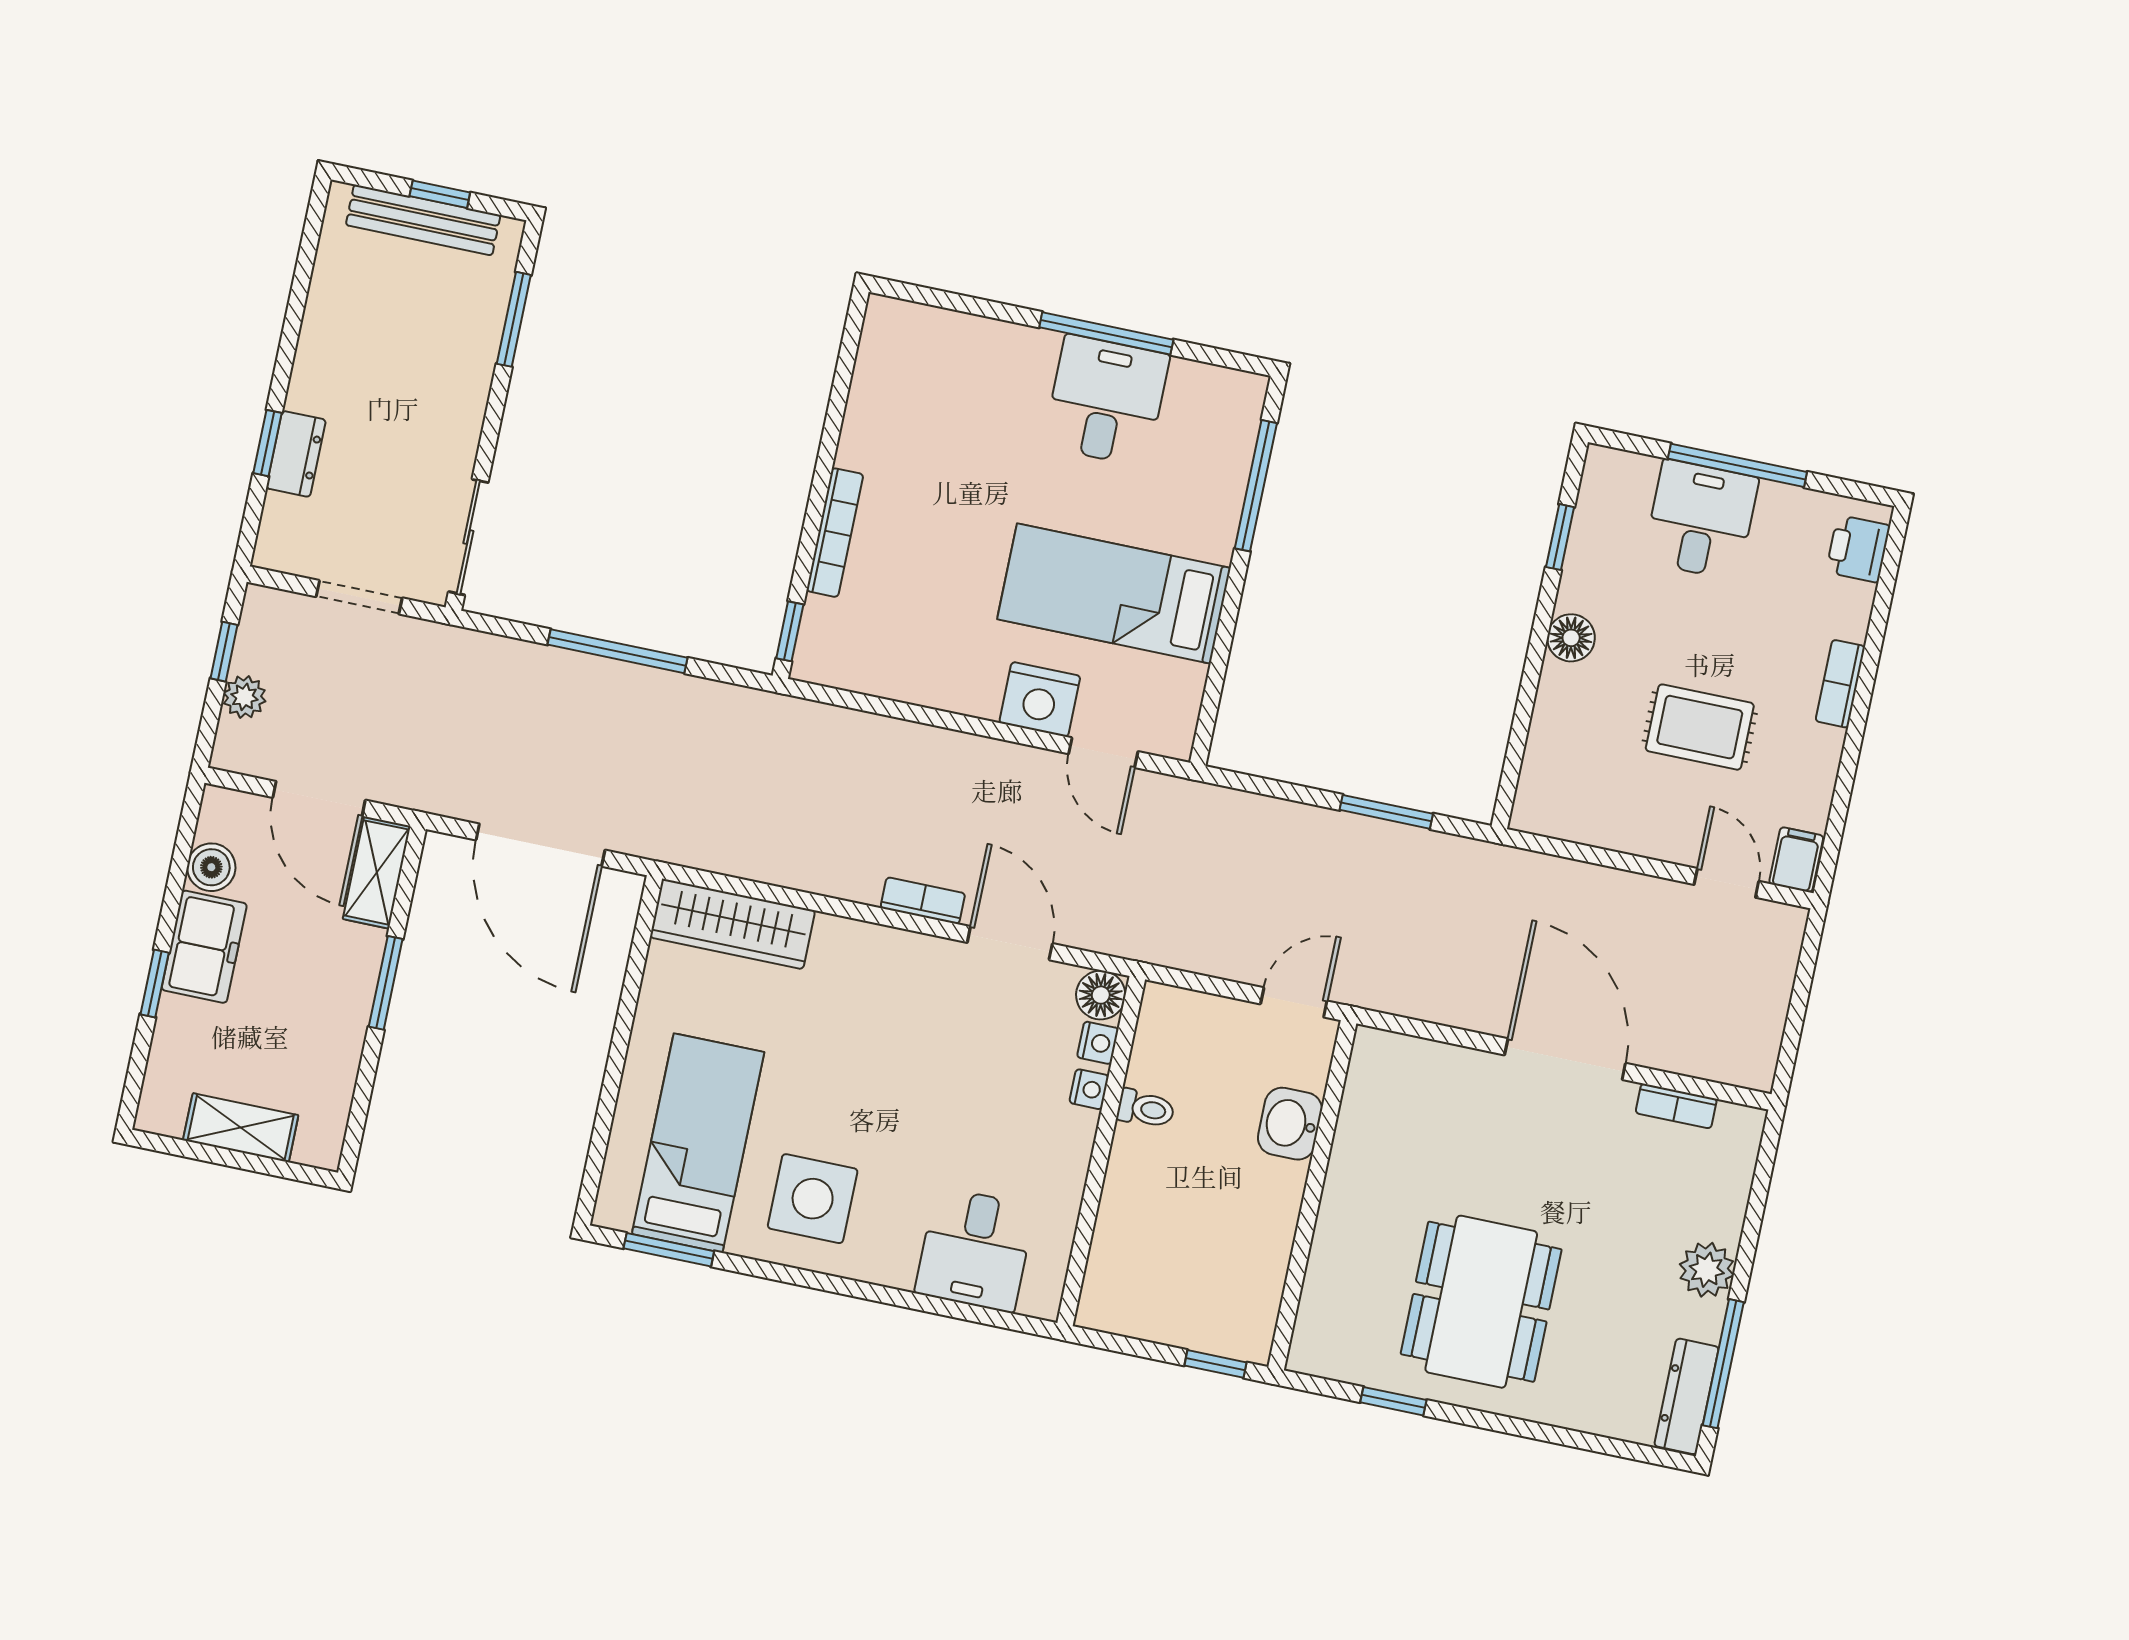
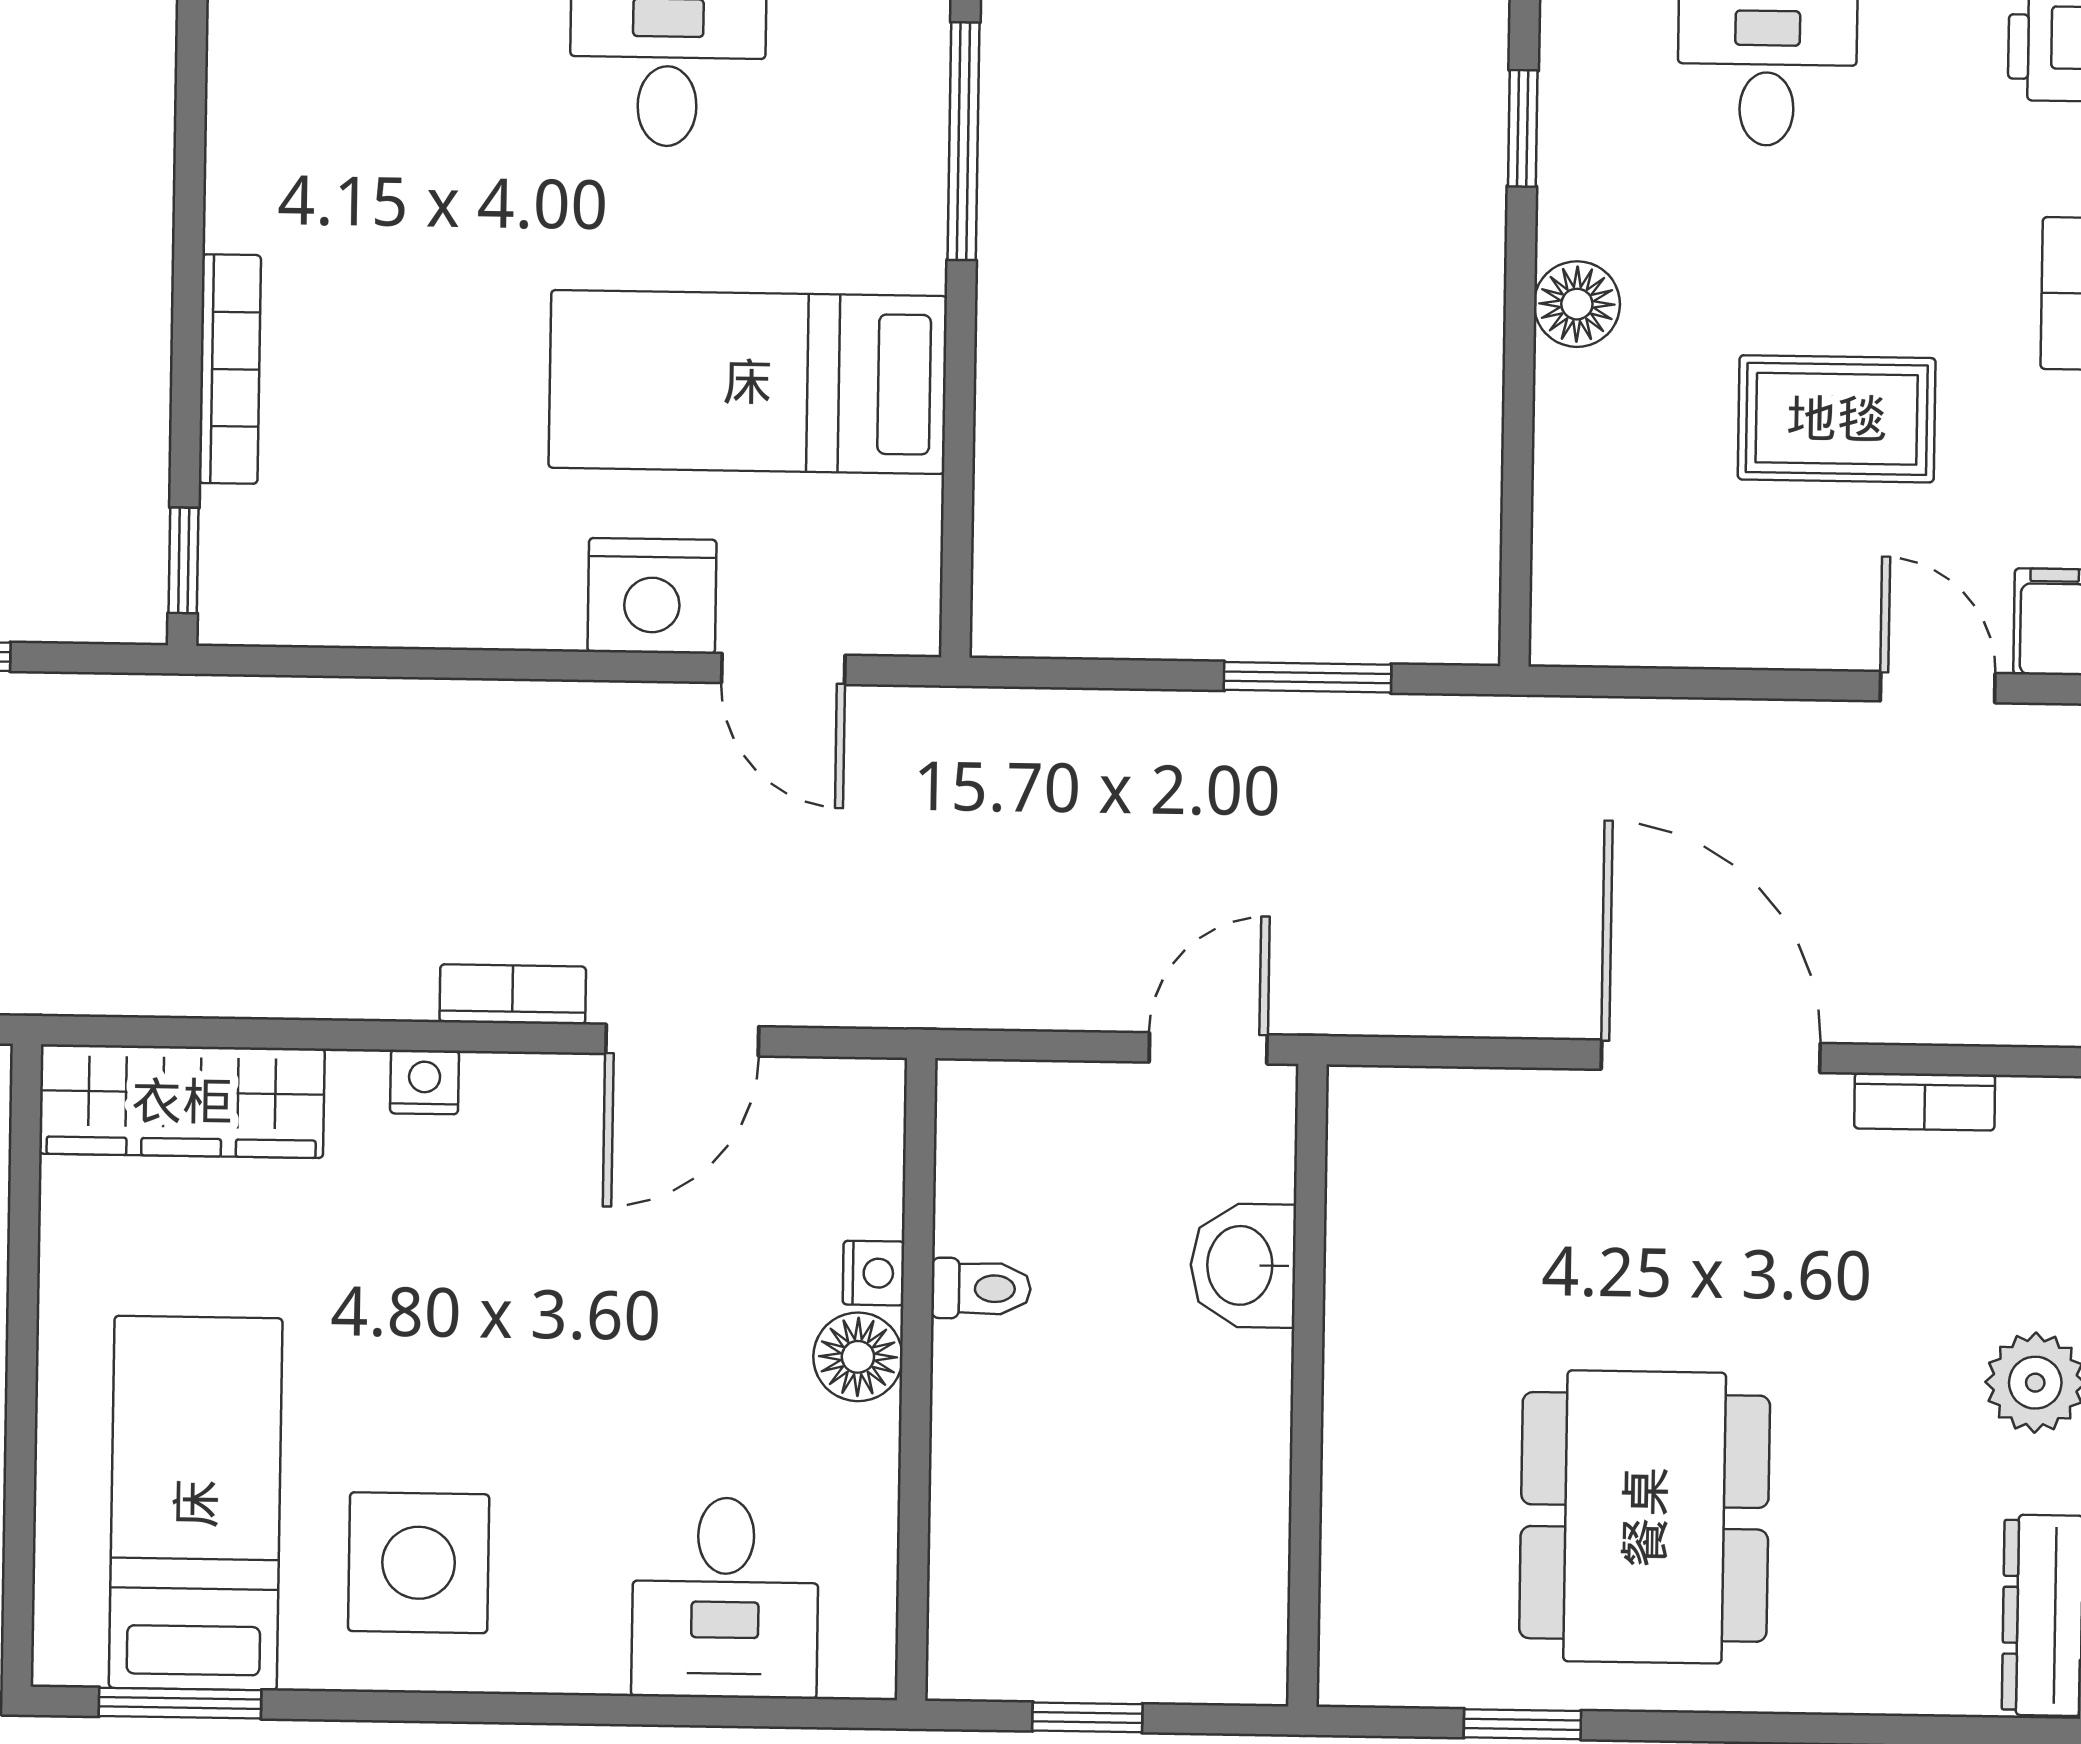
door: (1010, 943) -> (682, 1040), swing flipped
floor lamp: (1101, 995) -> (858, 1357), moved
nightstand: (1098, 1043) -> (424, 1082), moved, turned -90
window: (1216, 1364) -> (1087, 1717), moved

